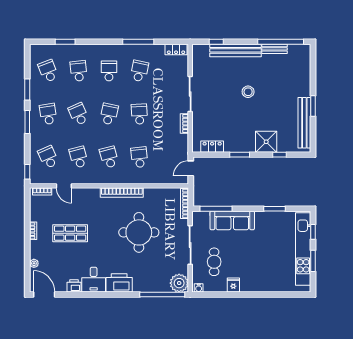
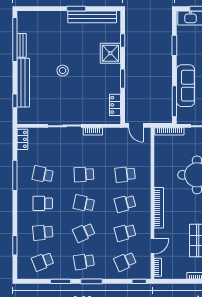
bookcase: (122, 192) -> (159, 208), moved

